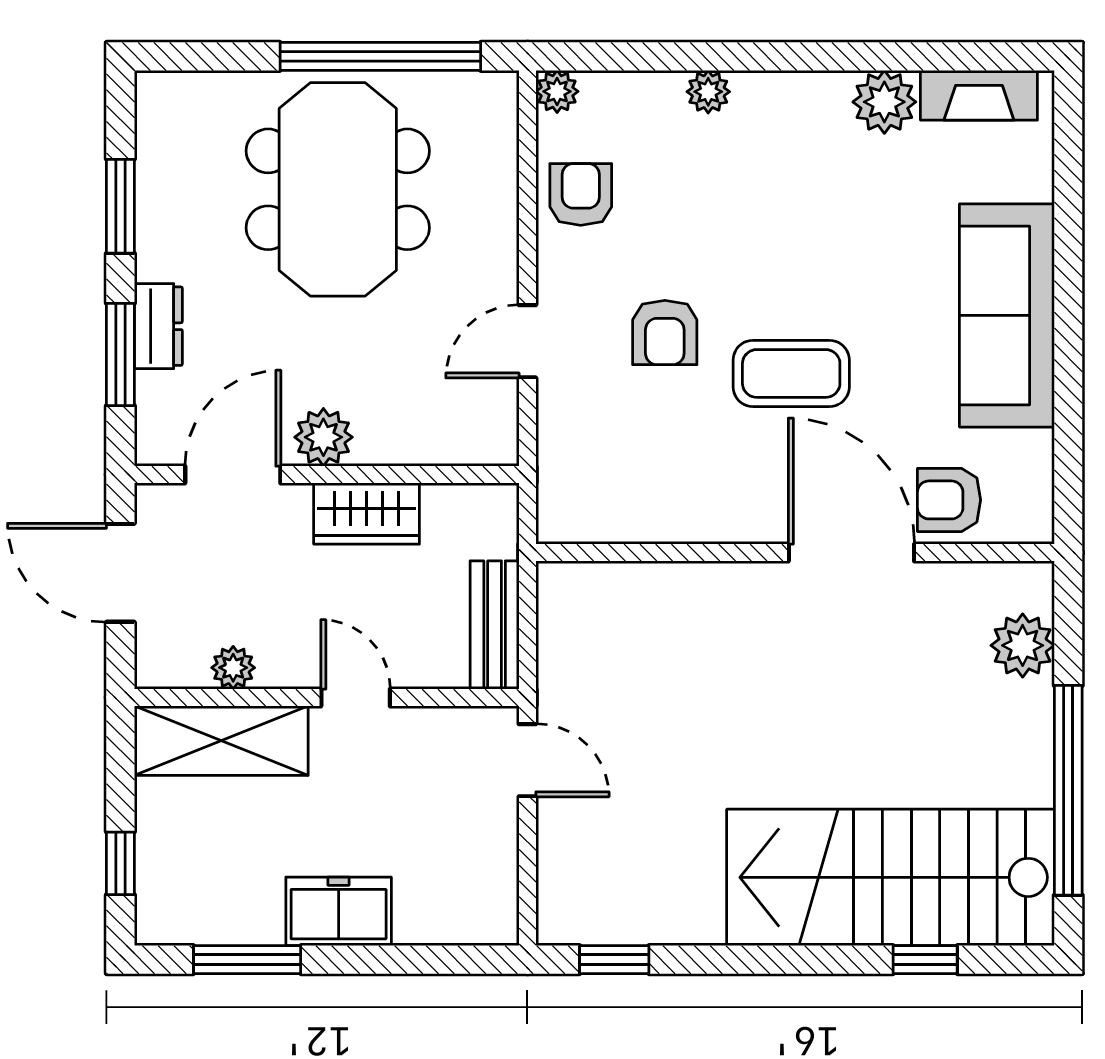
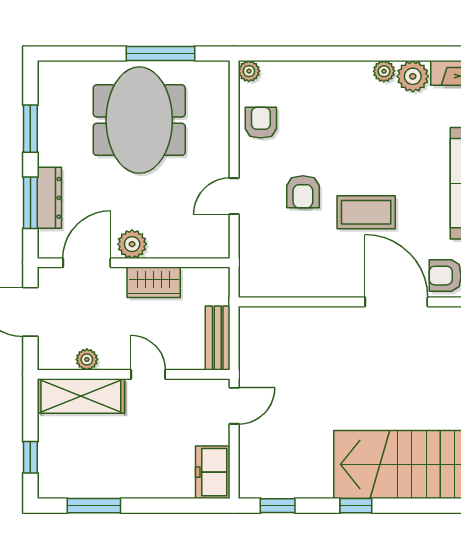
window: (380, 56) -> (161, 54), width x0.68
plant: (708, 92) -> (384, 71), moved
dresser: (158, 326) -> (49, 198), width x1.44
door: (527, 760) -> (234, 406), hinge flipped
freezer: (339, 911) -> (213, 472), moved, turned -90
window: (925, 960) -> (356, 506), moved

